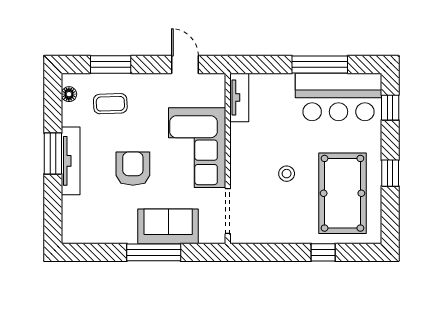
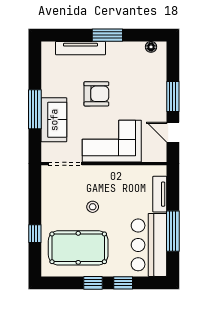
window: (111, 64) -> (173, 96), moved
door: (185, 64) -> (173, 132), swing flipped
tv unit: (239, 97) -> (160, 194), moved, turned 90
coffee table: (110, 104) -> (144, 77), removed
window: (390, 108) -> (123, 283), moved
tv unit: (71, 161) -> (80, 48), moved

